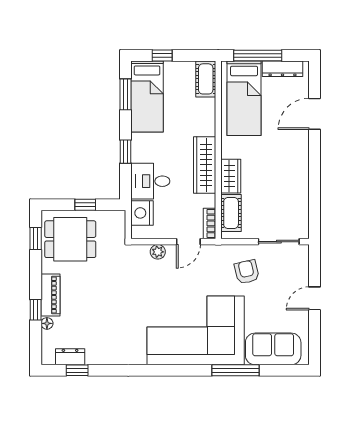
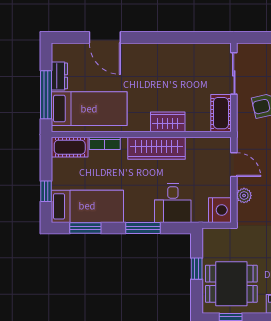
dresser: (282, 69) -> (59, 76), width x0.70
window: (126, 152) -> (143, 228), width x1.50
nightstand: (142, 213) -> (220, 210), moved, turned -90
cot: (231, 213) -> (221, 113), moved, turned 90
bookcase: (209, 223) -> (105, 143), moved
dining table: (70, 239) -> (231, 284), turned 90

